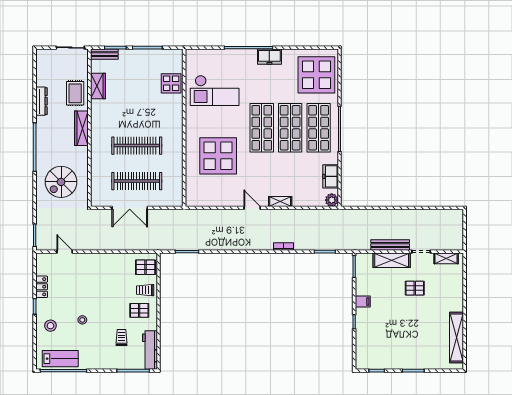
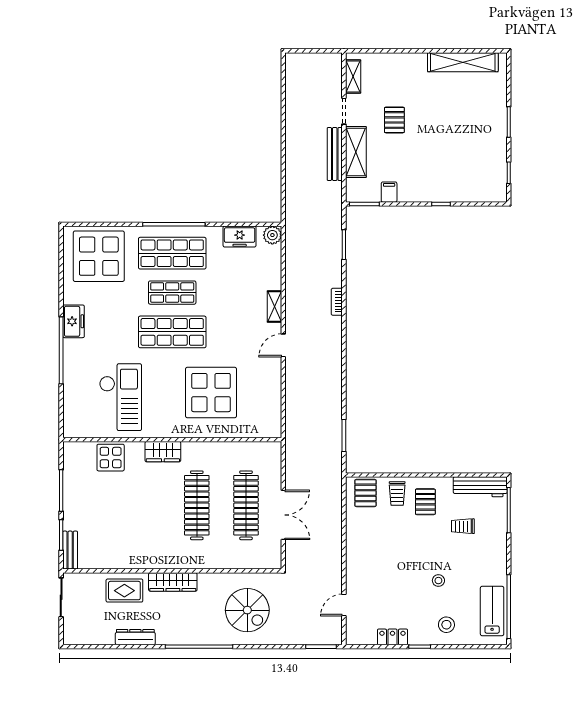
wardrobe: (98, 86) -> (163, 452), moved, turned 180
shop shelf: (290, 128) -> (172, 293), width x0.70, depth x0.74
filing cabinet: (363, 302) -> (389, 192), moved

